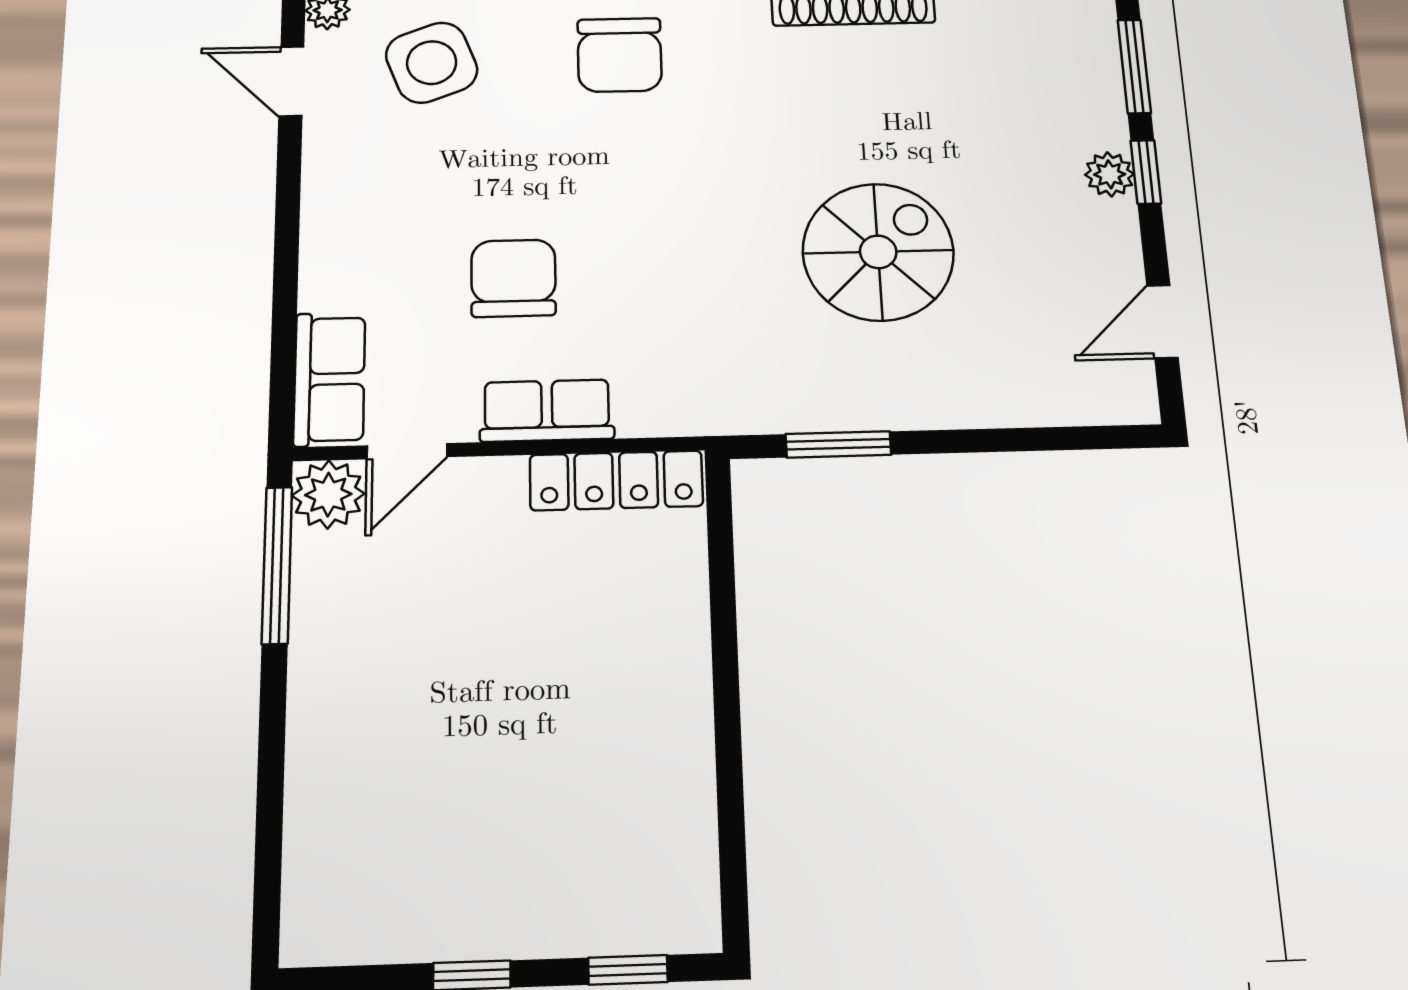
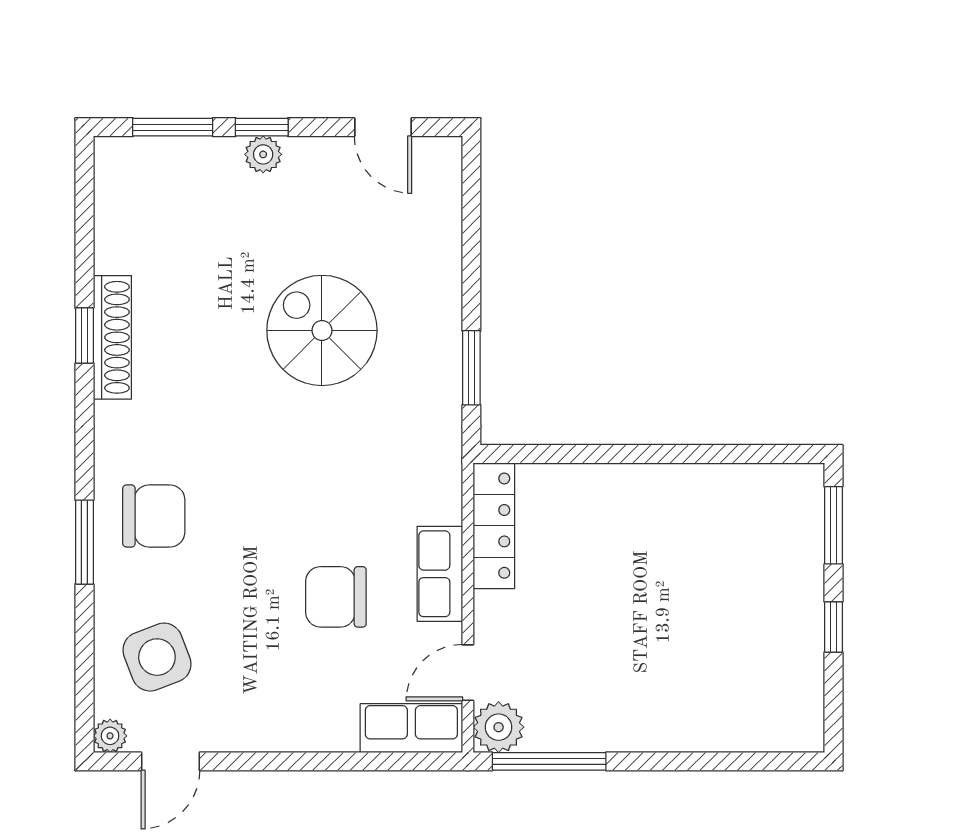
door: (407, 451) -> (468, 673), swing flipped
window: (628, 970) -> (834, 525), width x1.50

